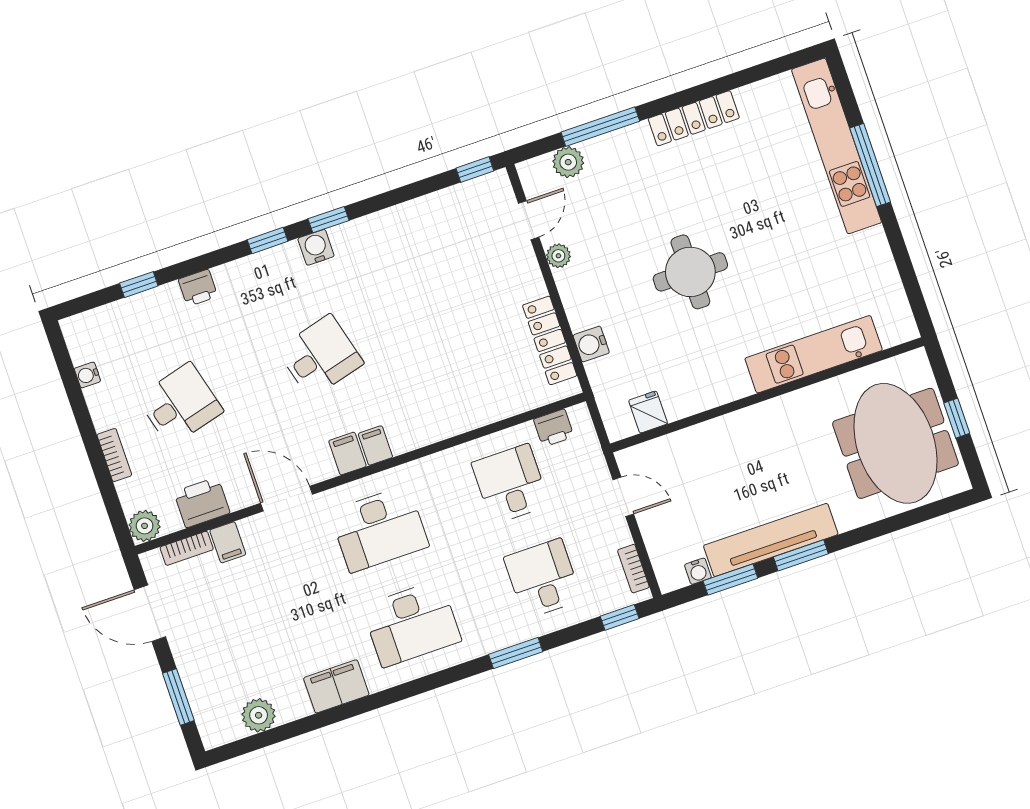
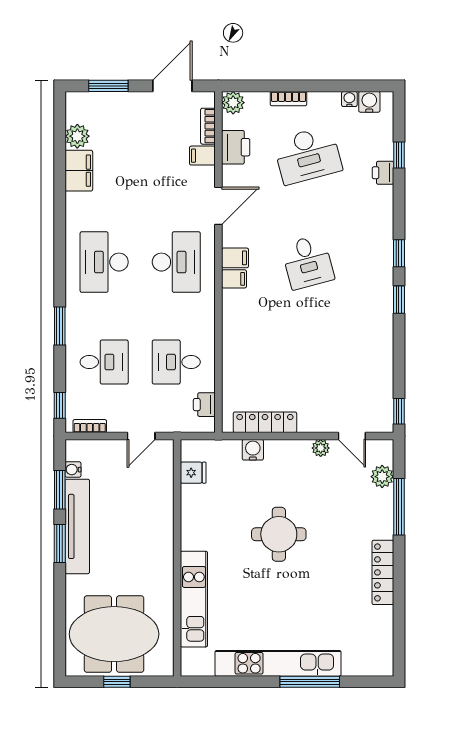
kitchen unit: (837, 146) -> (278, 663), moved
water cooler: (316, 247) -> (369, 102), moved, turned -90
printer: (198, 288) -> (383, 173), moved
desk: (180, 404) -> (308, 155), width x1.37
desk: (510, 484) -> (176, 362), turned 180
desk: (379, 529) -> (176, 262), turned 180
filing cabinet: (336, 686) -> (79, 171), moved

